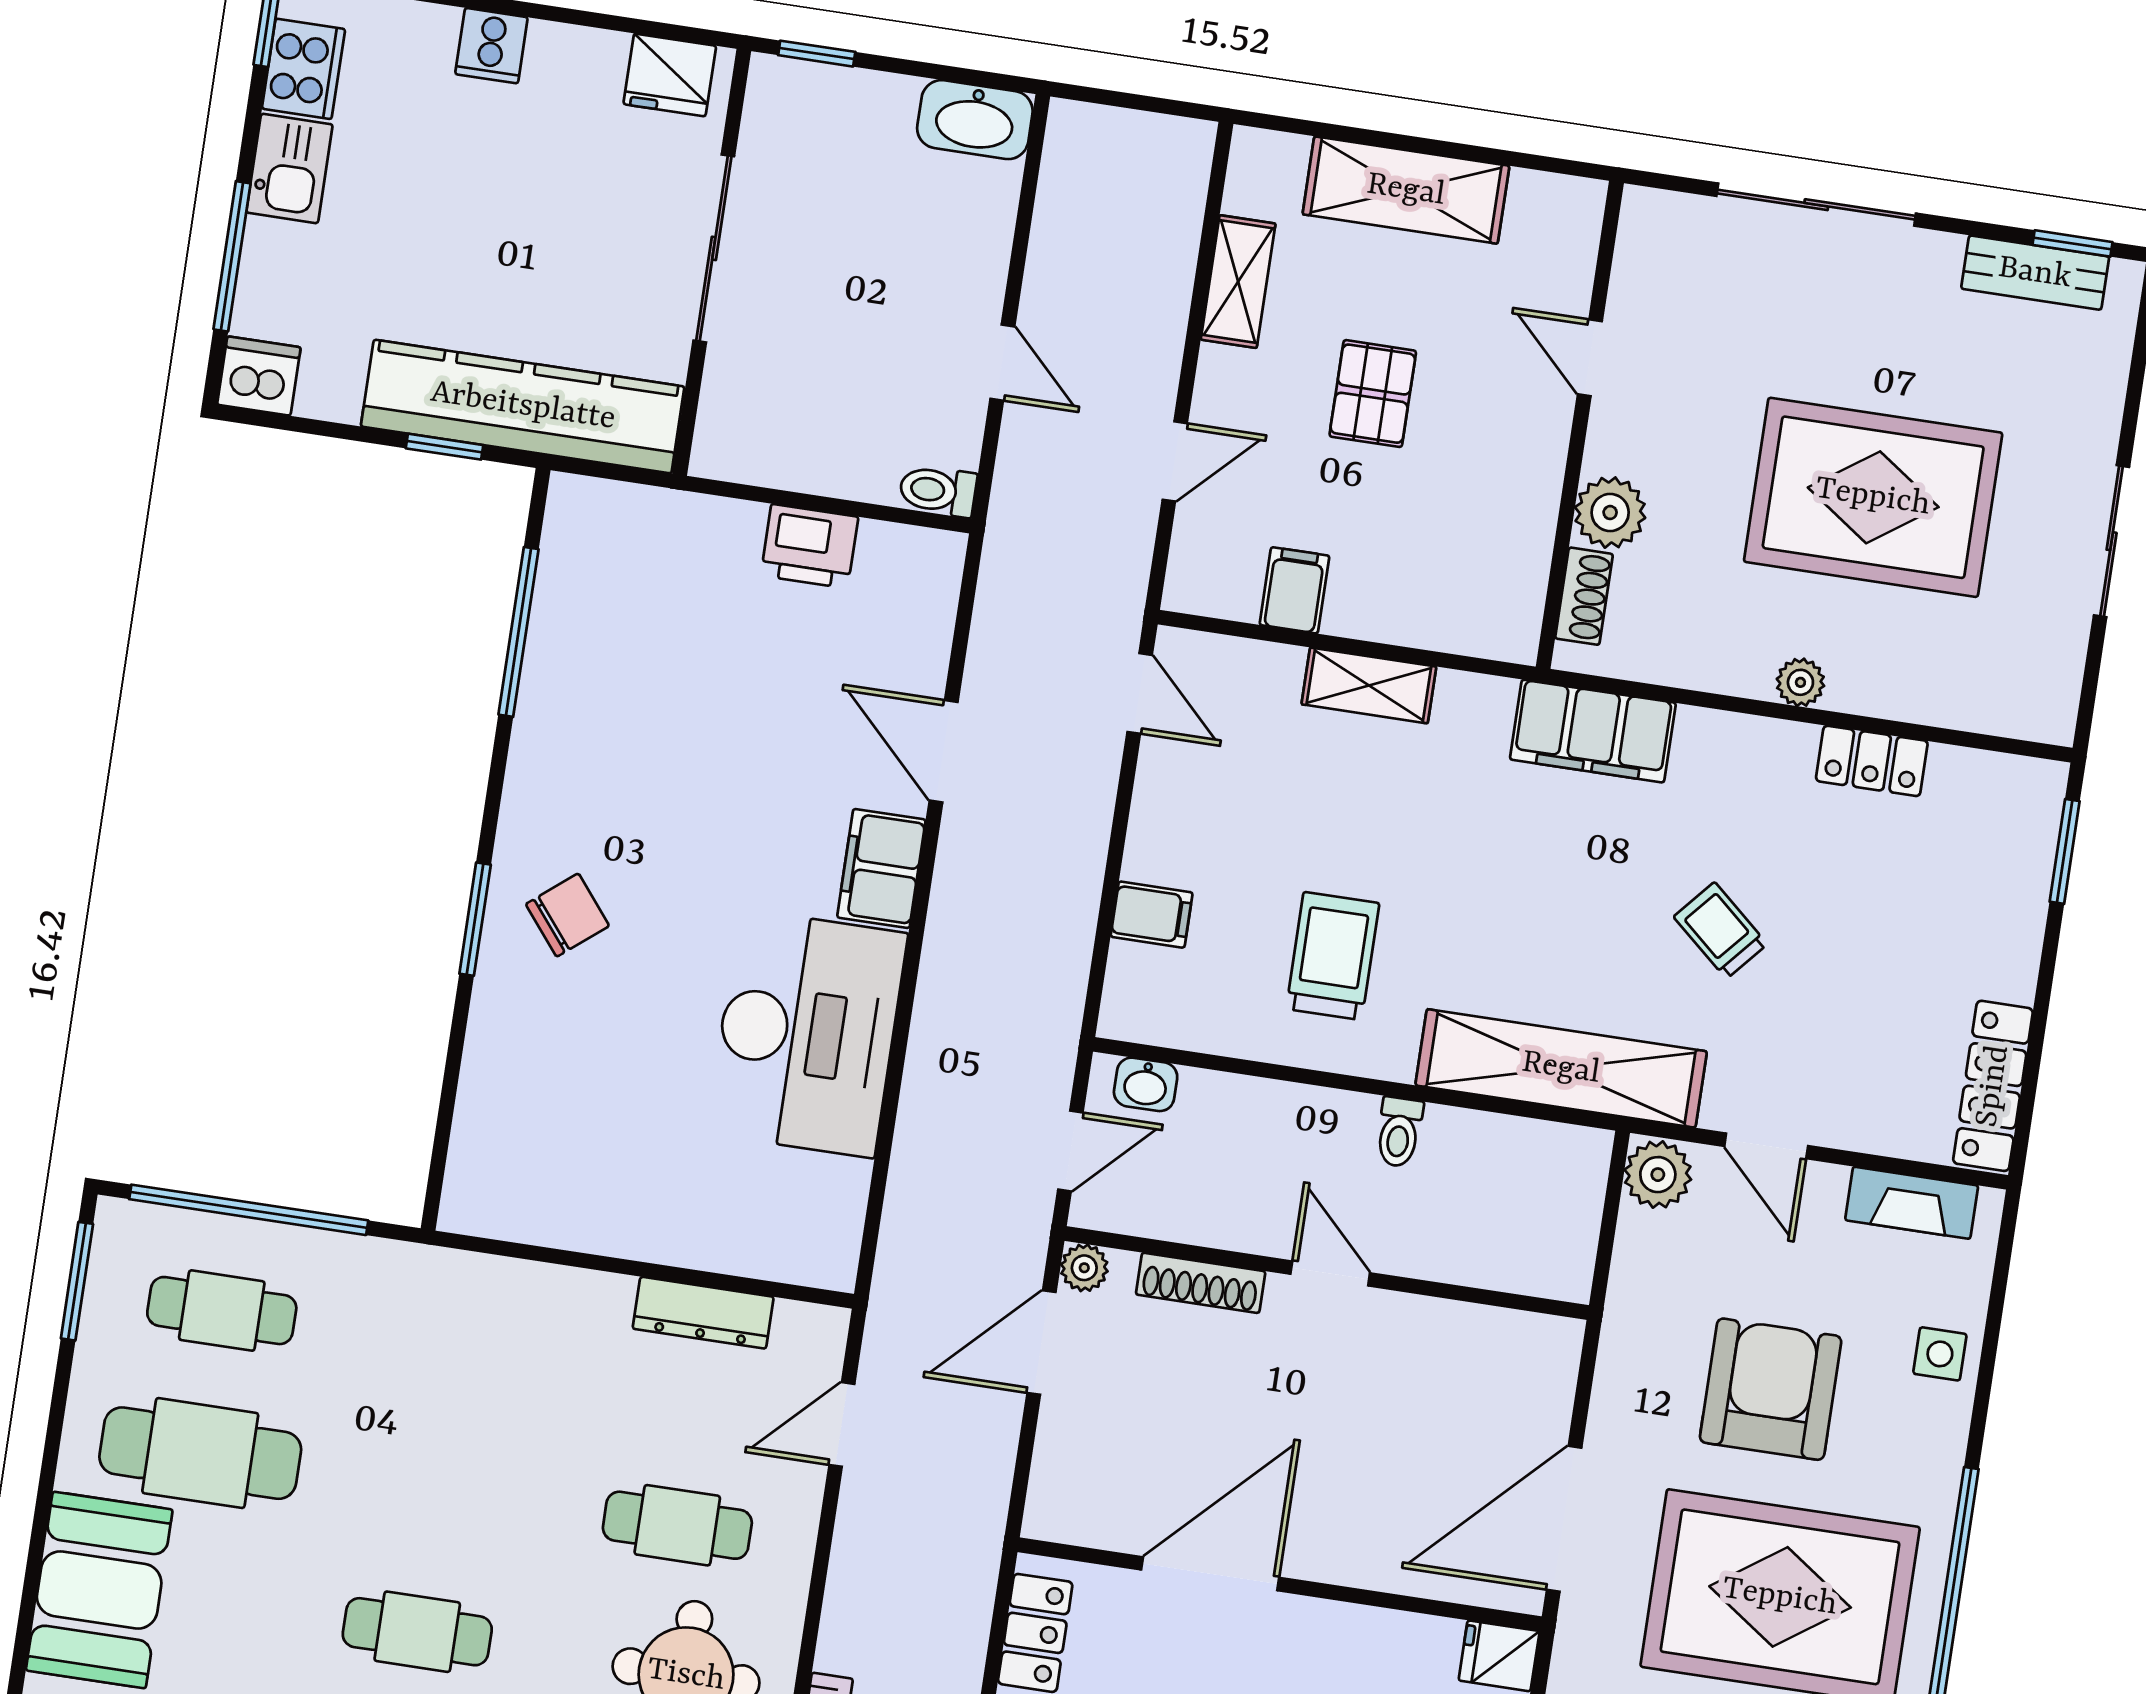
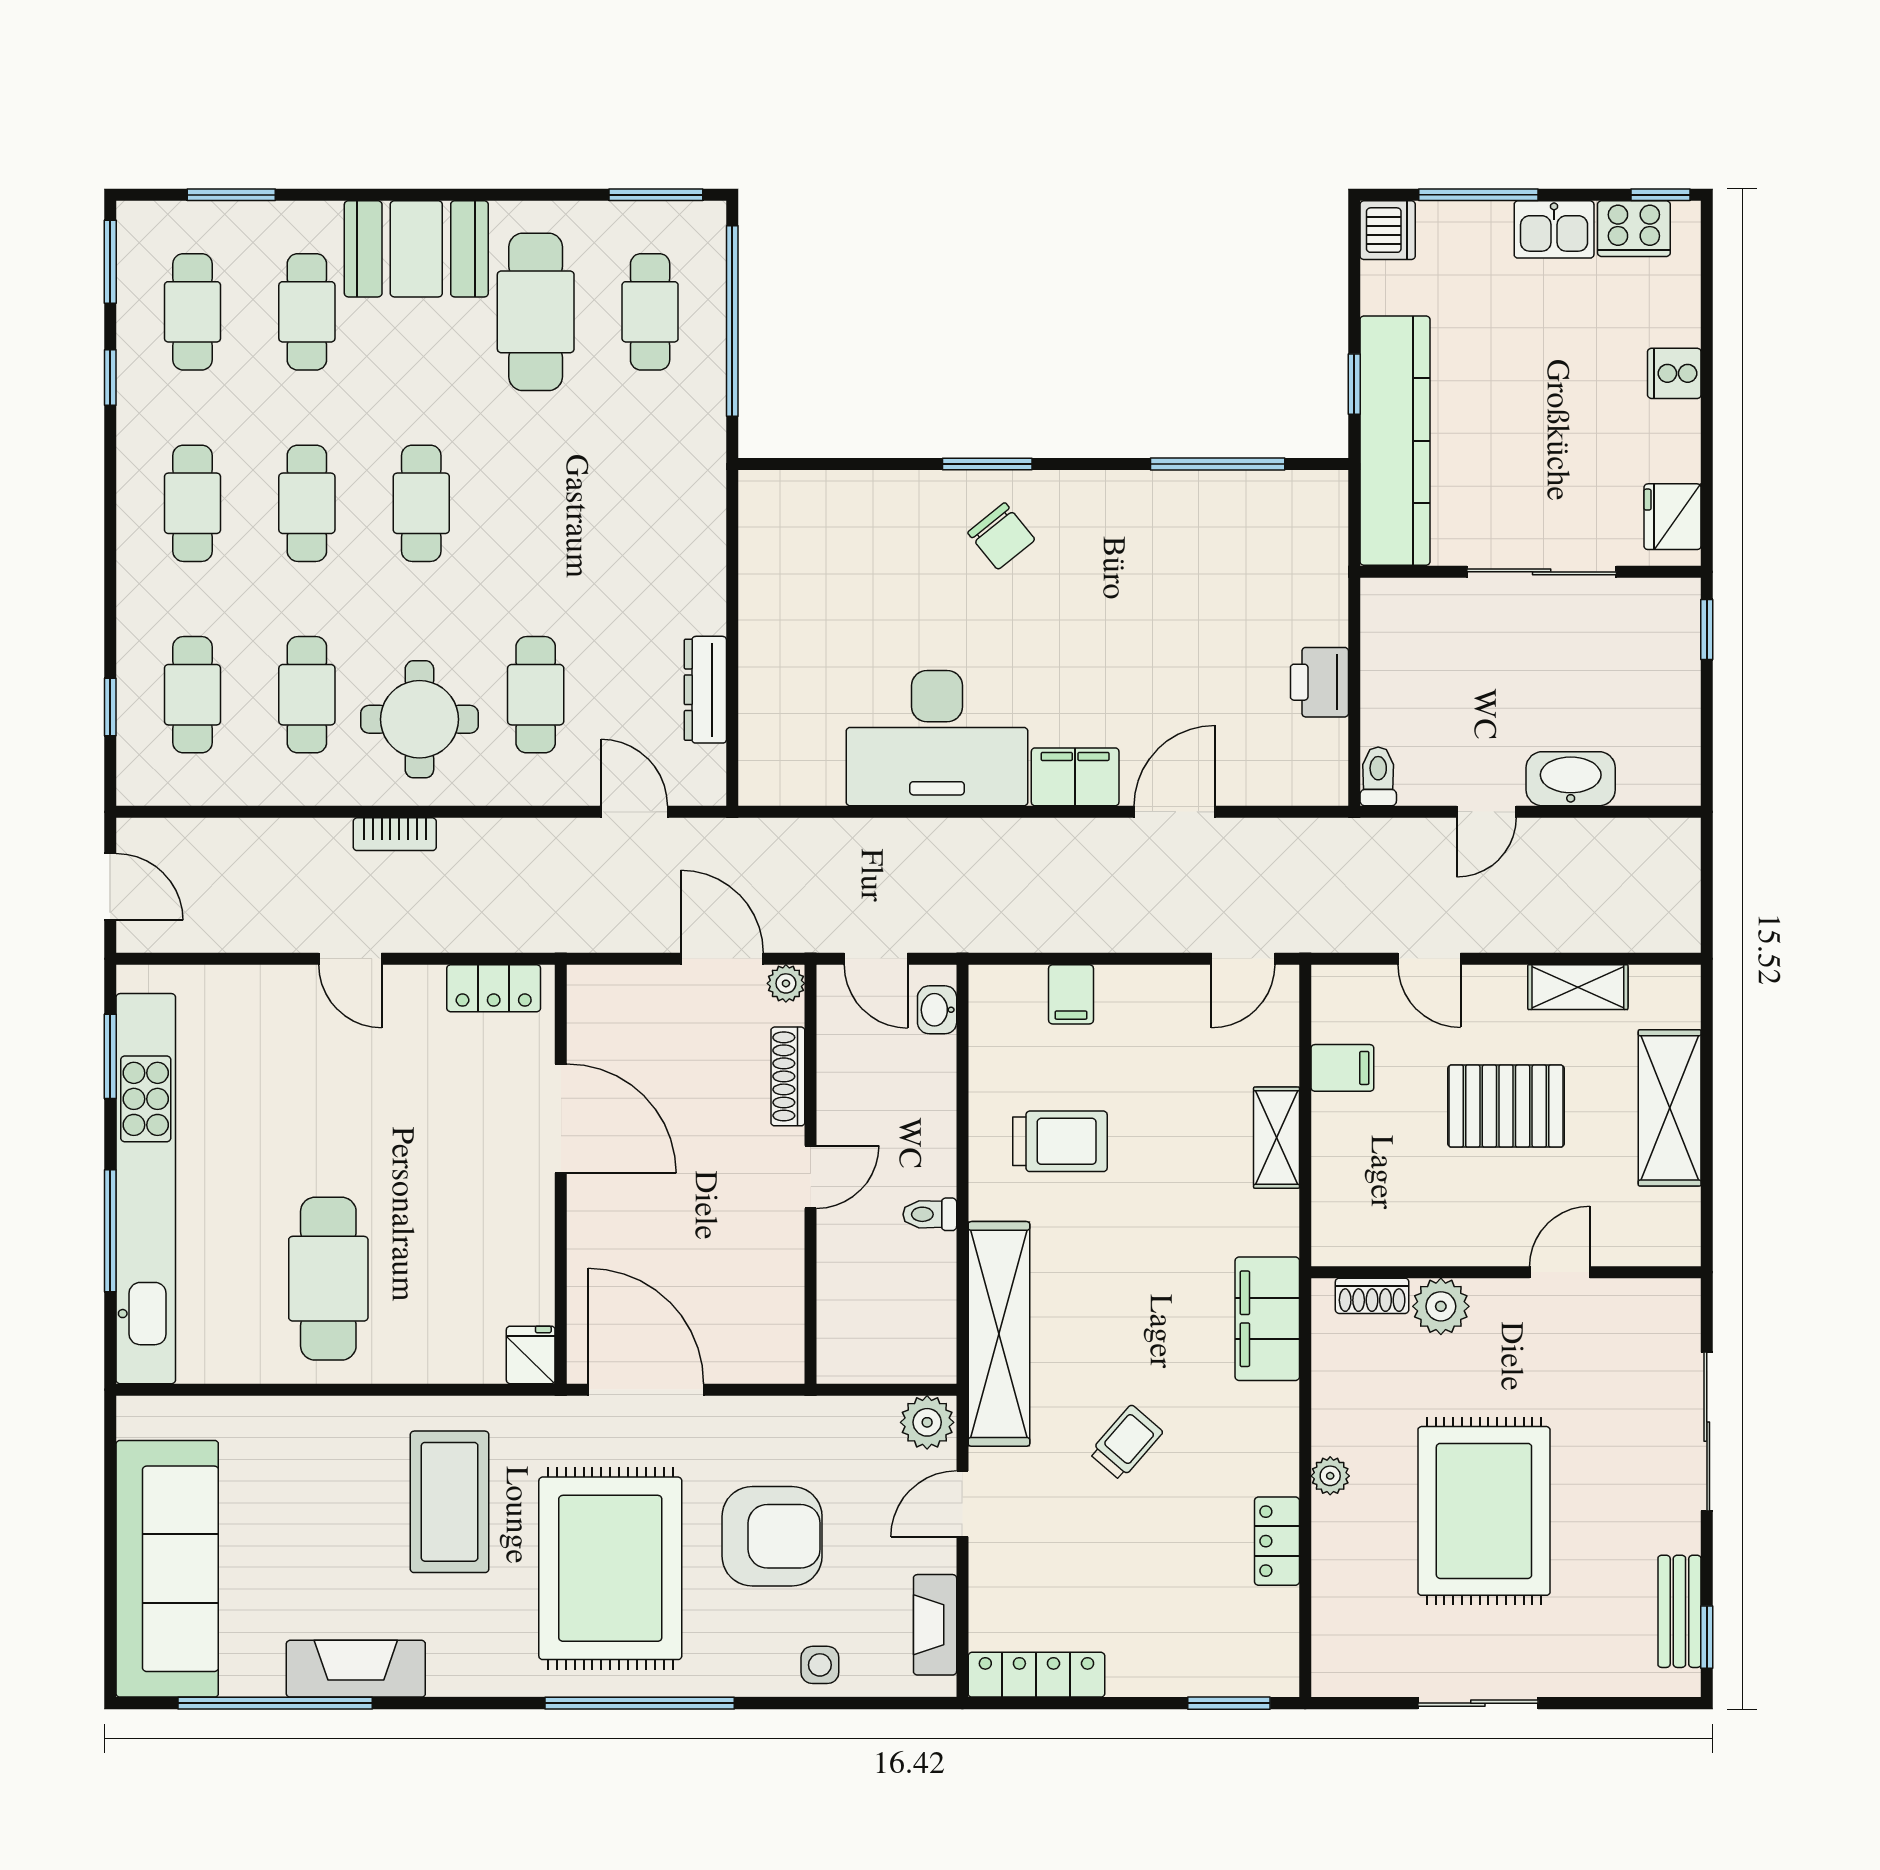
washbasin: (975, 120) -> (1571, 779), moved, turned 90
pallet: (1373, 394) -> (1506, 1106), width x1.50, depth x1.42

